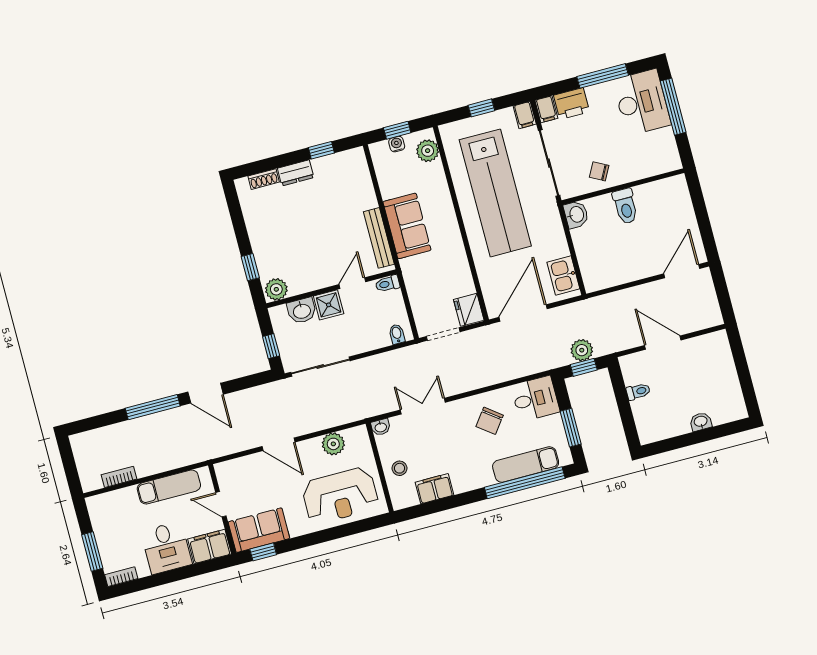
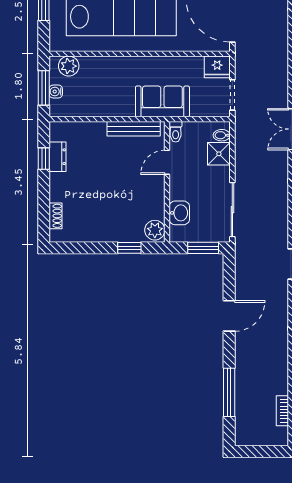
window: (397, 130) -> (44, 88), width x1.50
dresser: (296, 173) -> (58, 157), moved
sofa: (407, 226) -> (162, 101), moved
door: (352, 283) -> (167, 162), hinge flipped
shower: (329, 305) -> (219, 154), moved
window: (271, 346) -> (203, 248), width x1.50
window: (153, 407) -> (229, 392), moved

